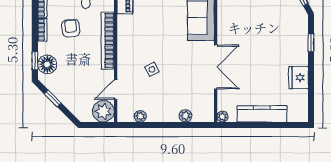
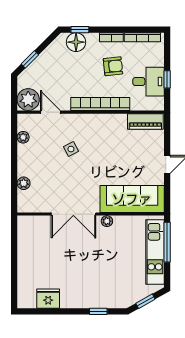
fridge: (299, 78) -> (48, 299), moved
window: (53, 98) -> (30, 59), moved
kitchen counter: (262, 114) -> (26, 261), removed
plant: (222, 117) -> (107, 221), moved

